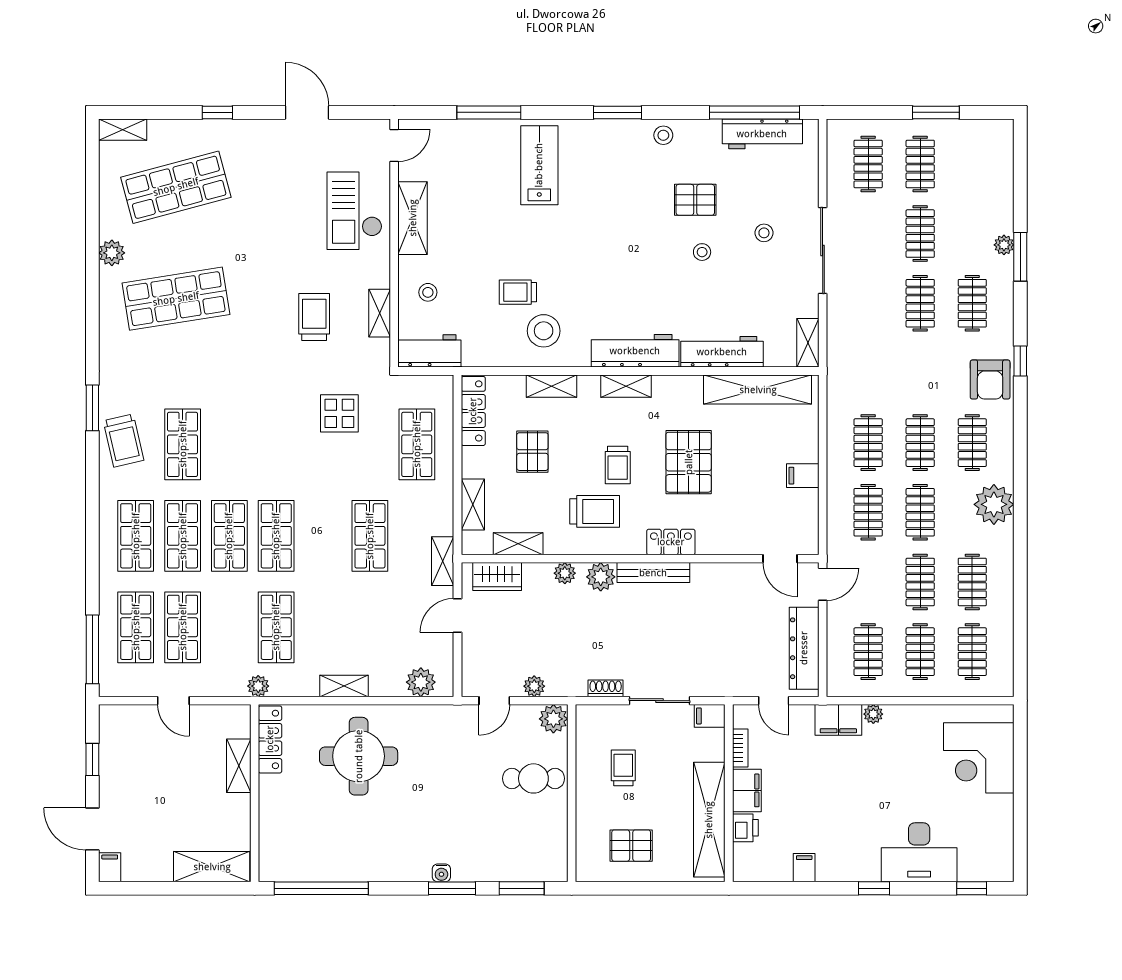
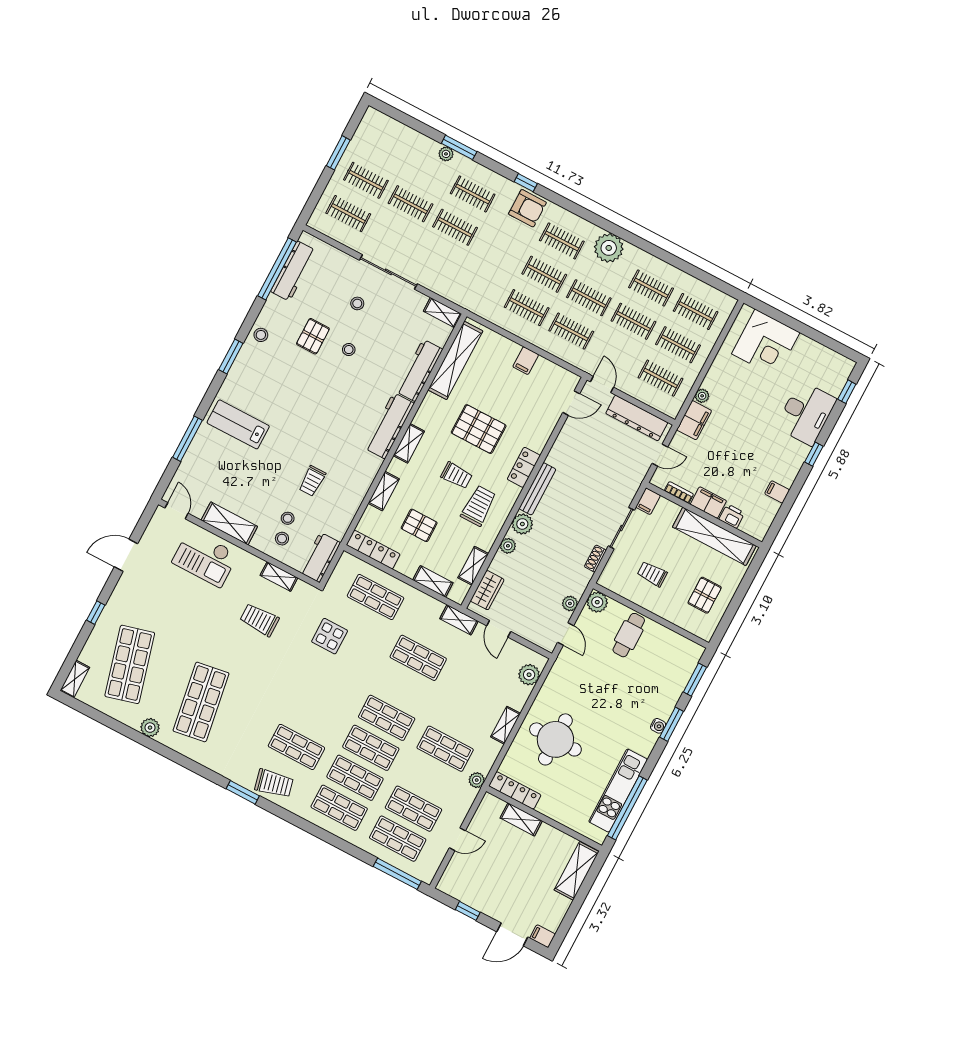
stool: (544, 331) -> (288, 518), moved, width x0.53, depth x0.53
kitchen unit: (337, 866) -> (618, 791), added

